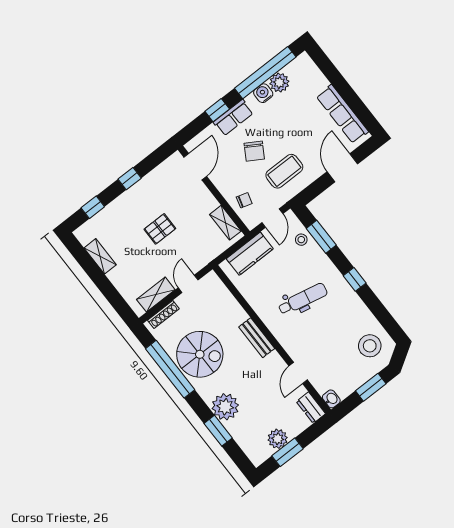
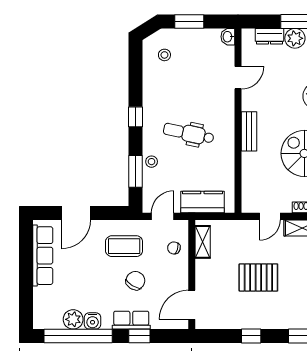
pallet: (160, 229) -> (258, 277), width x1.50, depth x1.42
stool: (301, 240) -> (152, 162), moved
stool: (370, 346) -> (164, 55), width x0.53, depth x0.53
dresser: (311, 408) -> (270, 36), moved, turned 90

